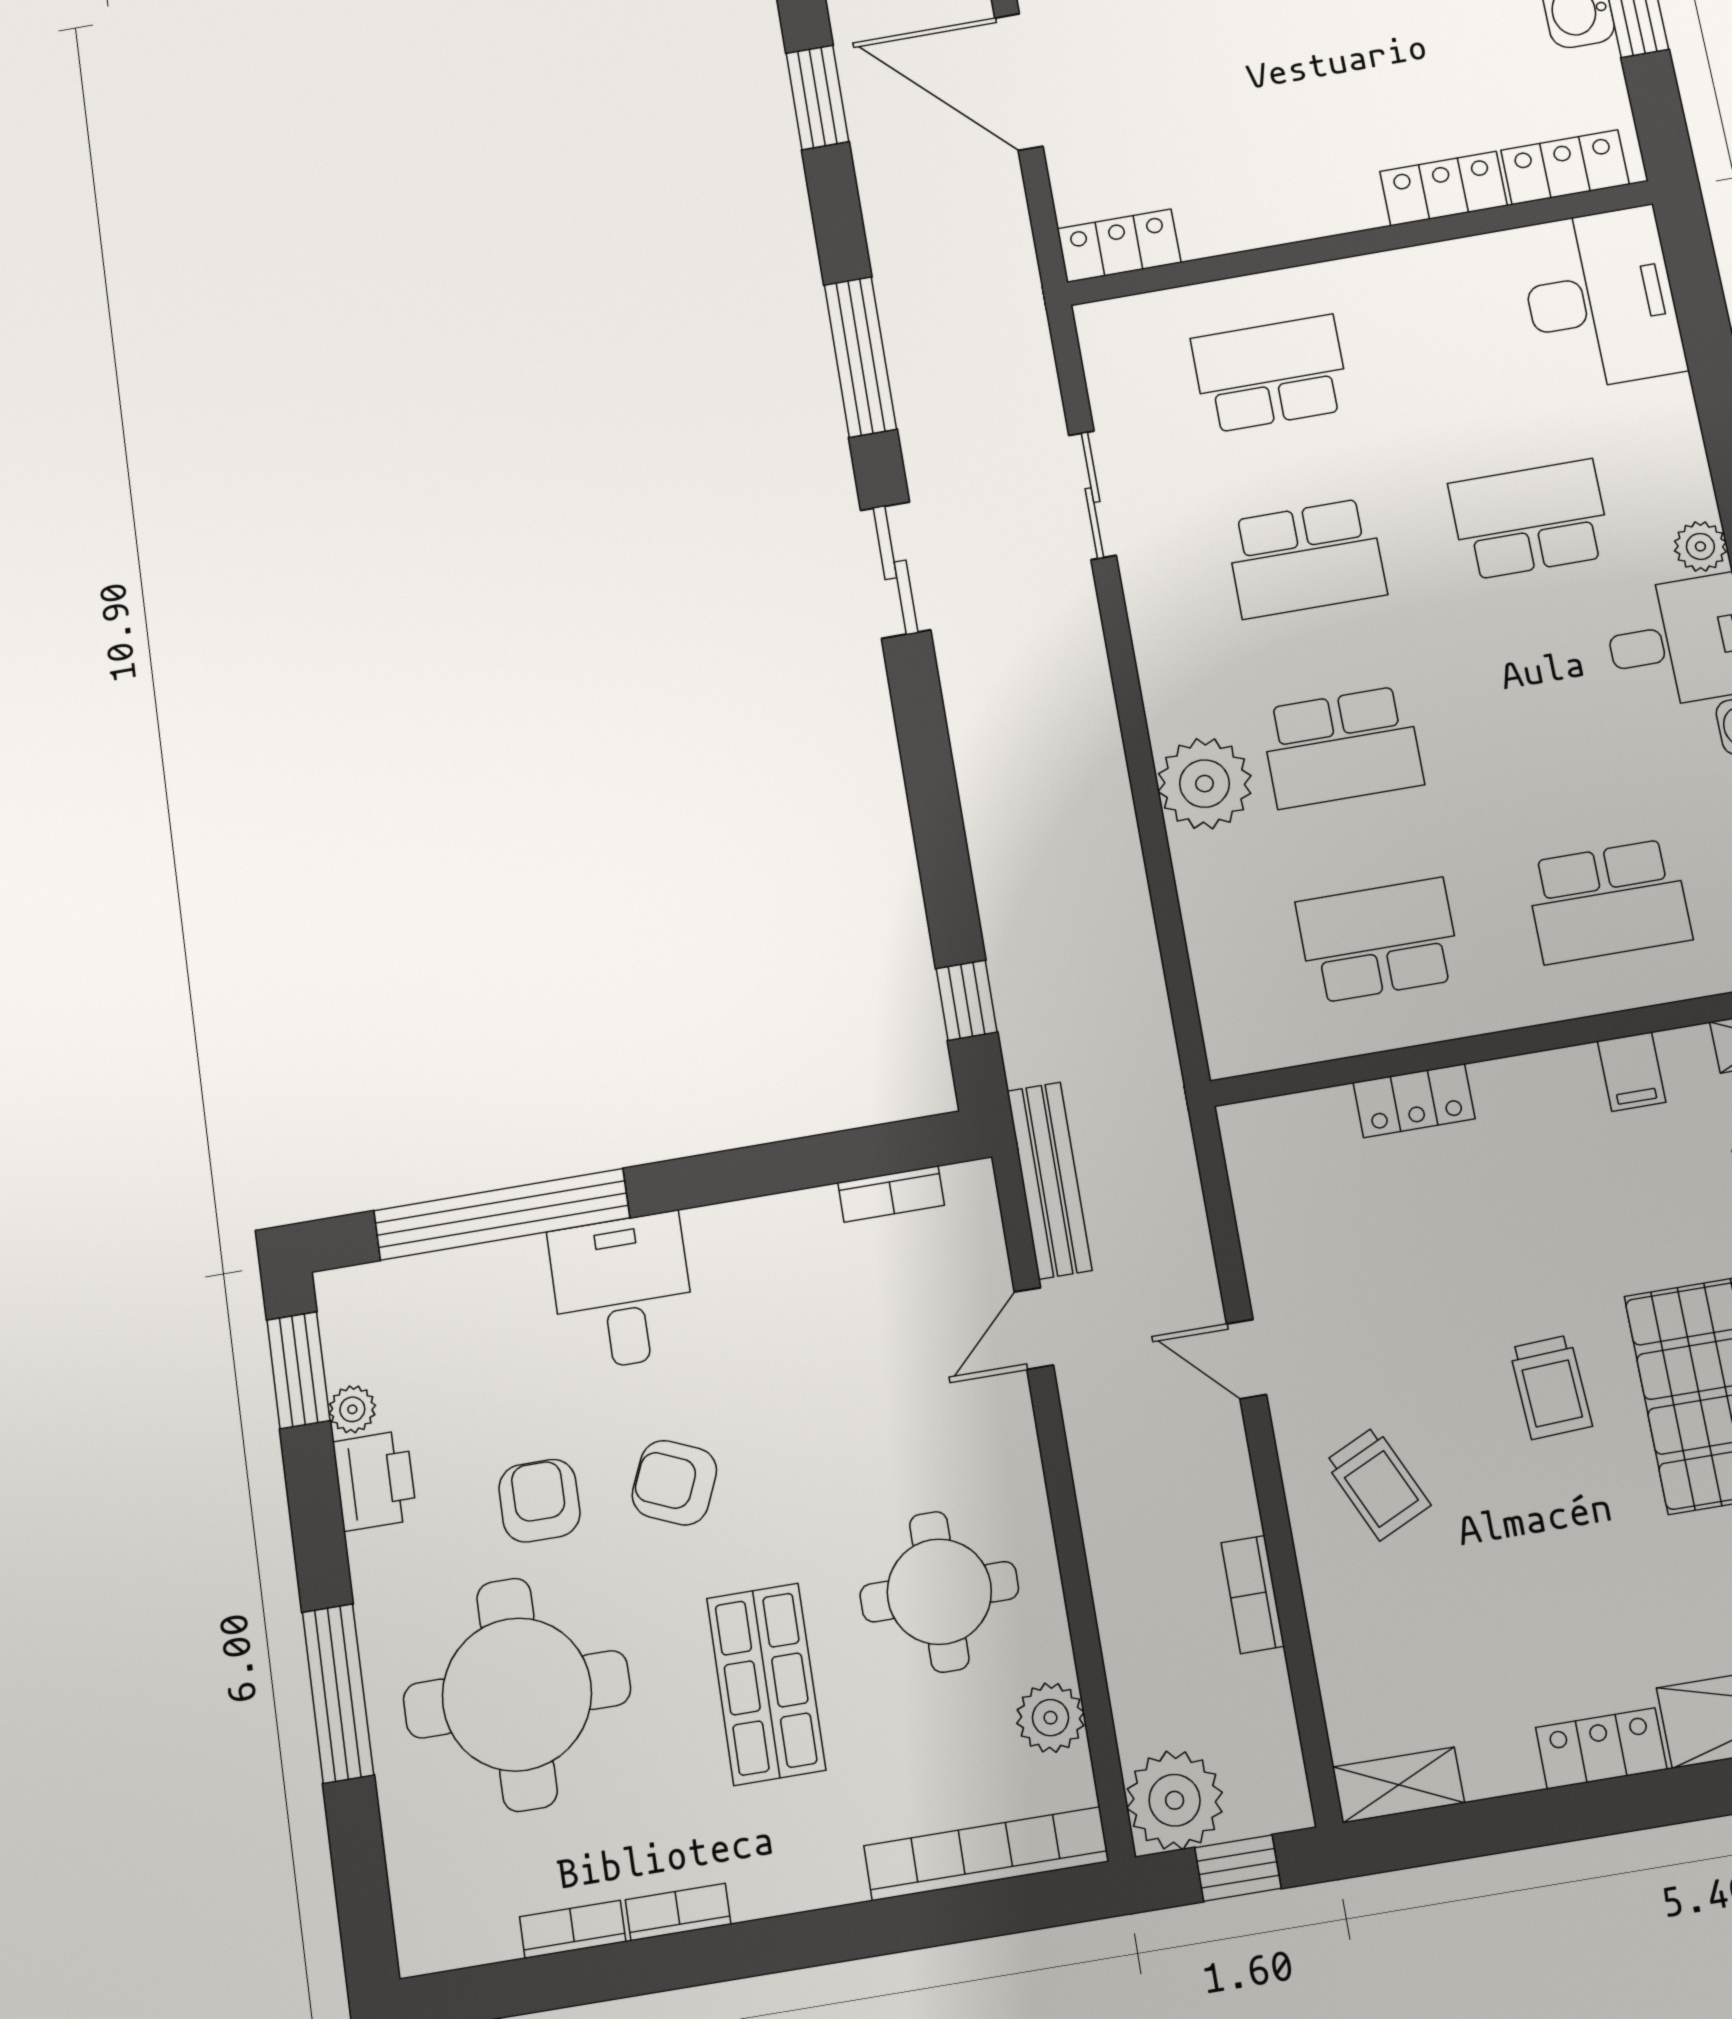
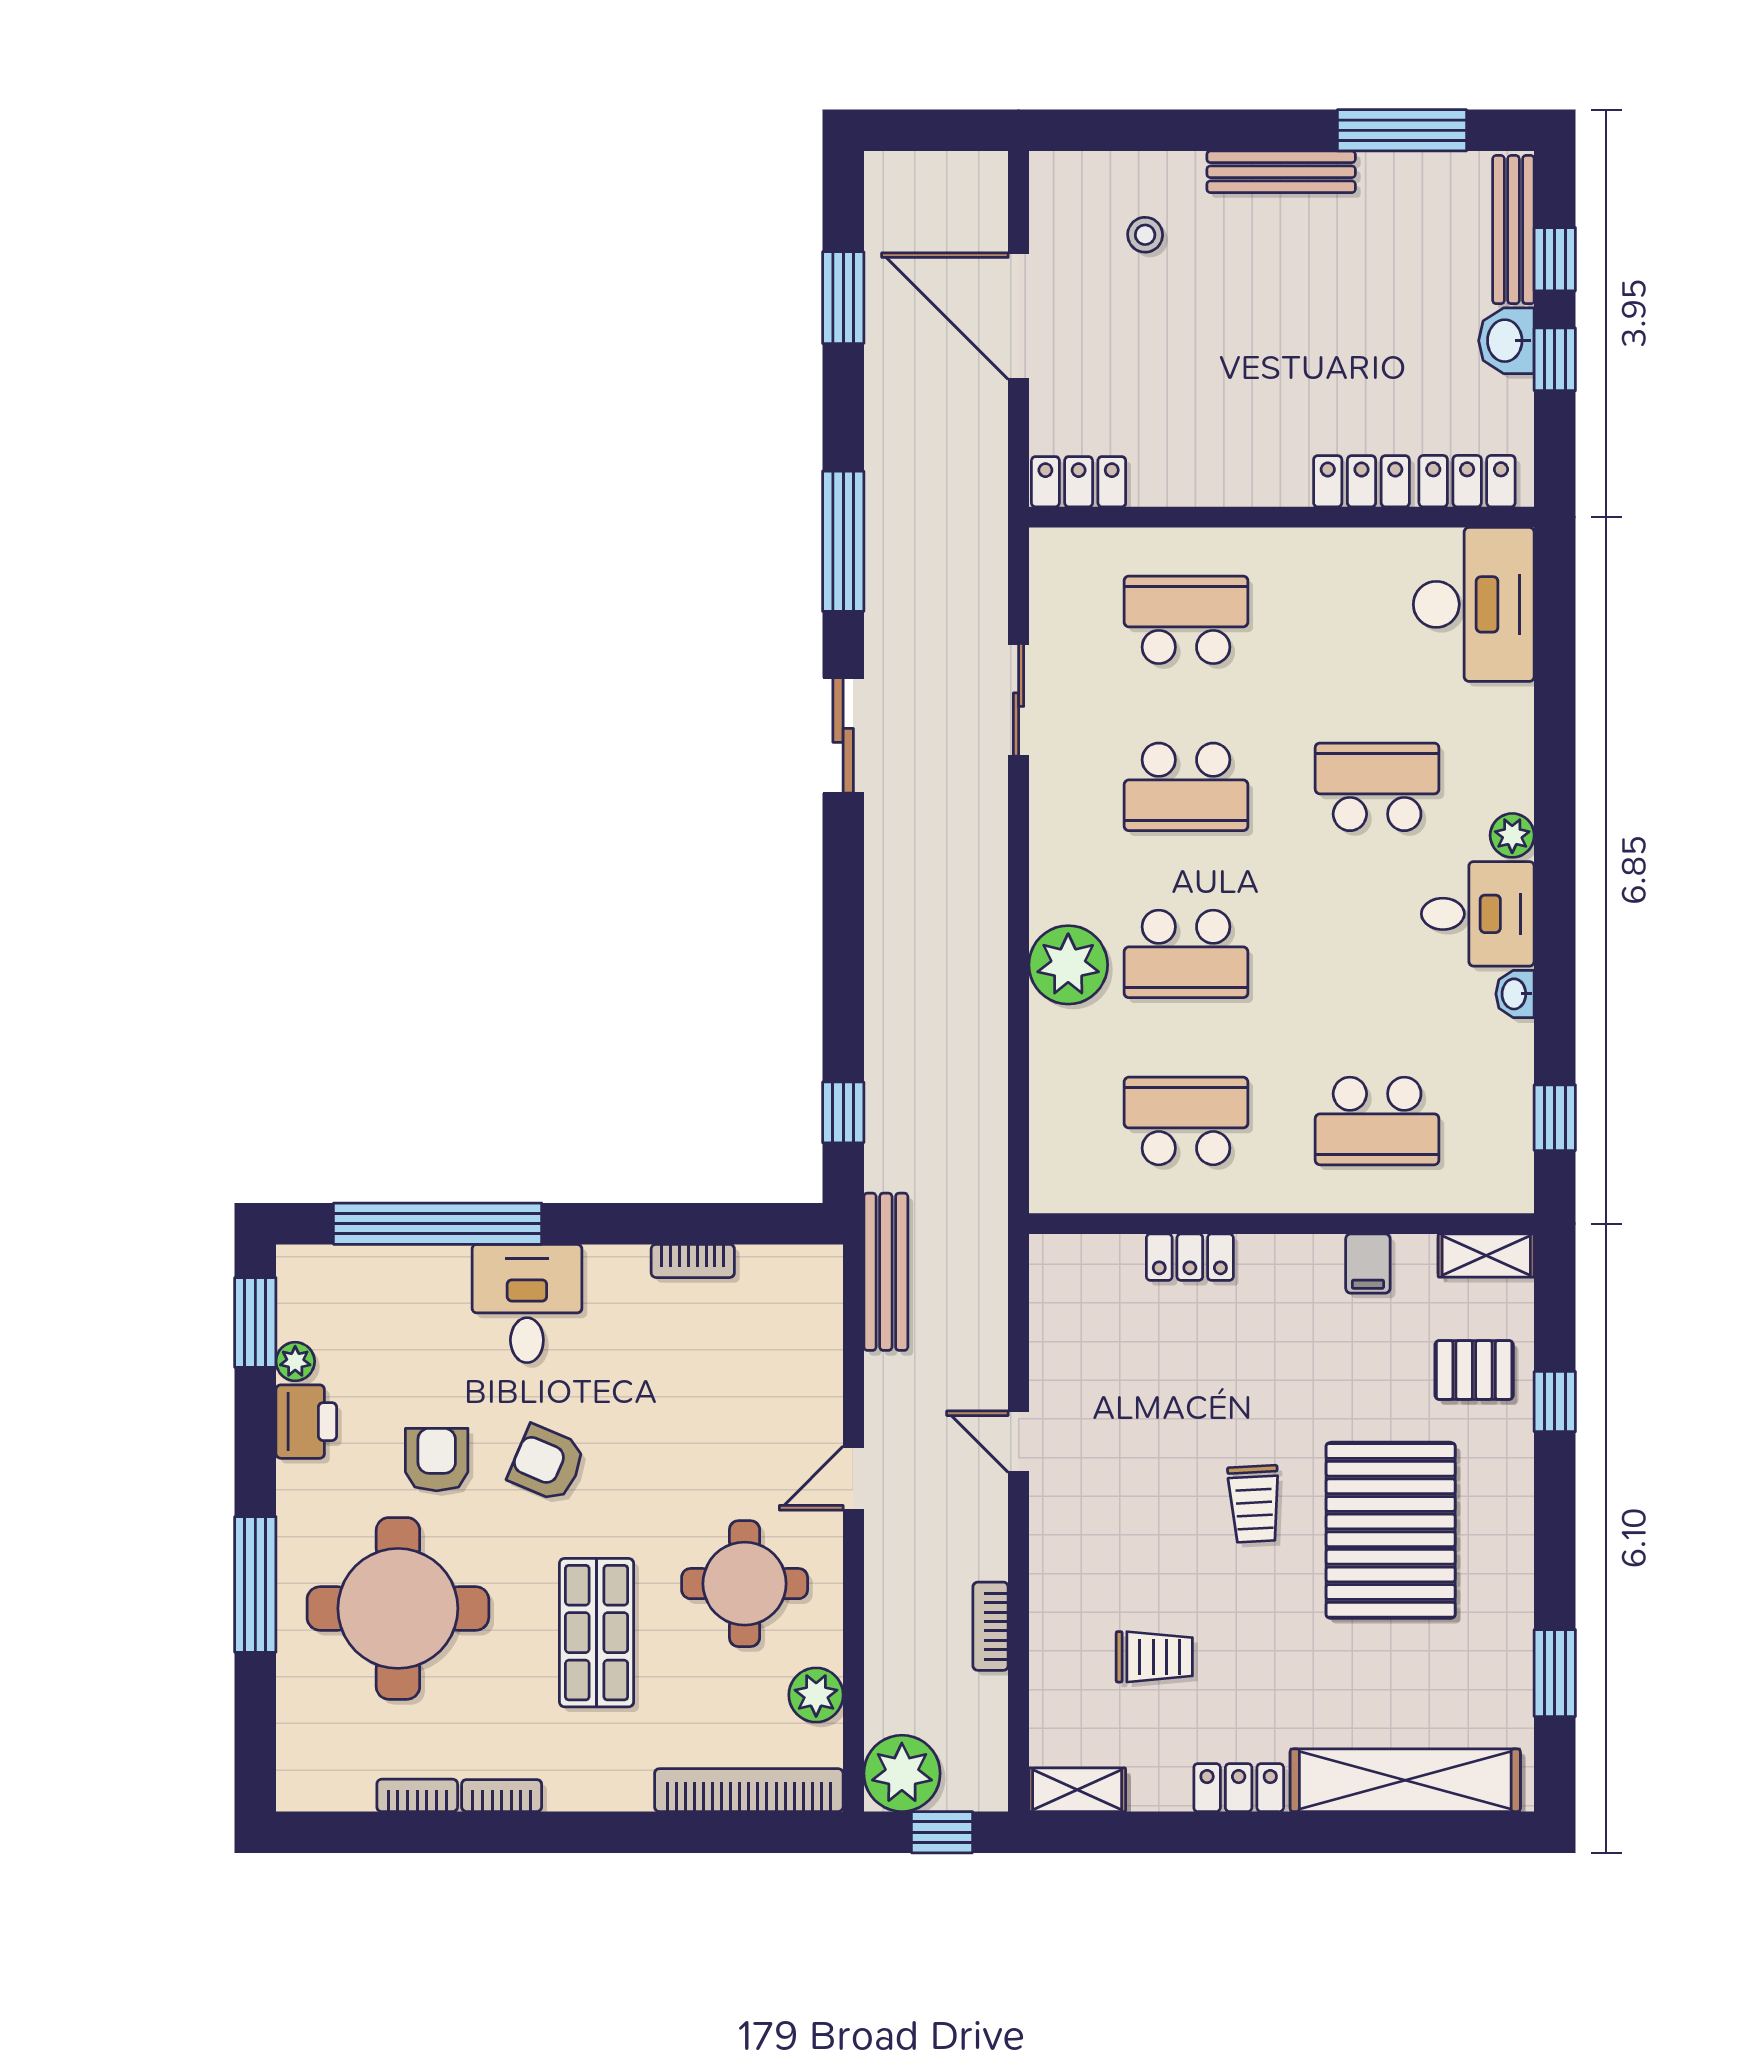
bookcase: (891, 1194) -> (693, 1261), moved
door: (1034, 1328) -> (853, 1478), moved
trolley: (1377, 1483) -> (1154, 1657), moved, turned -65

